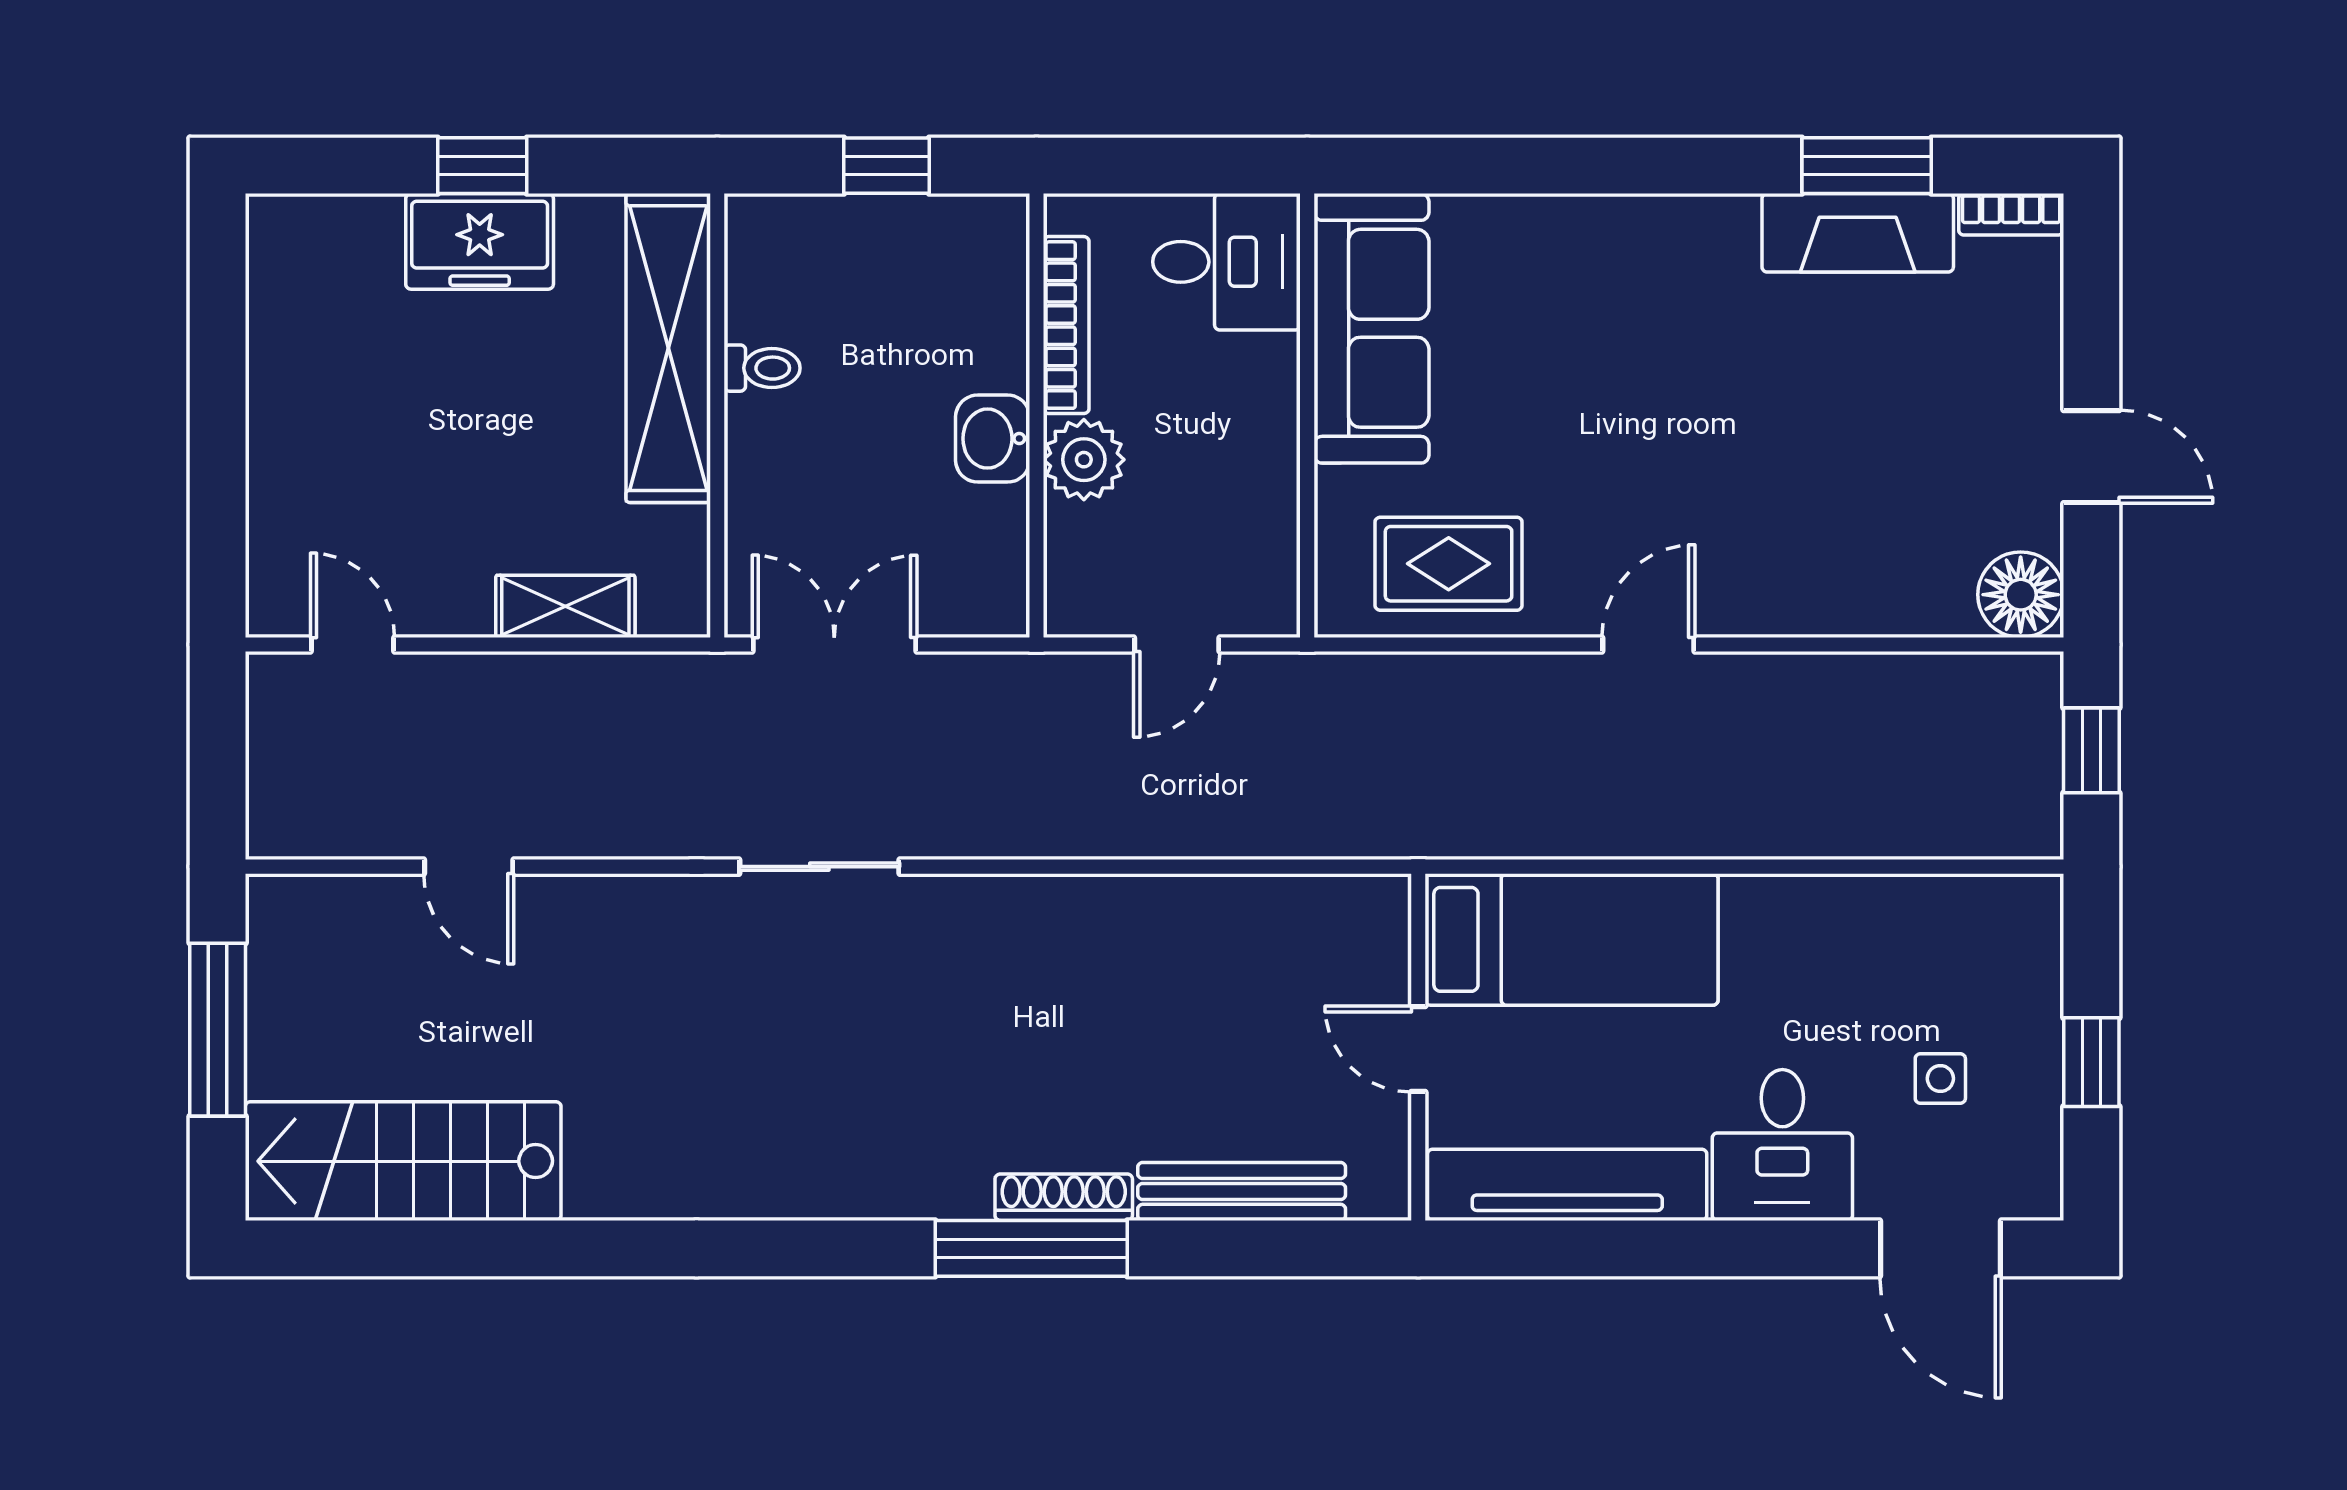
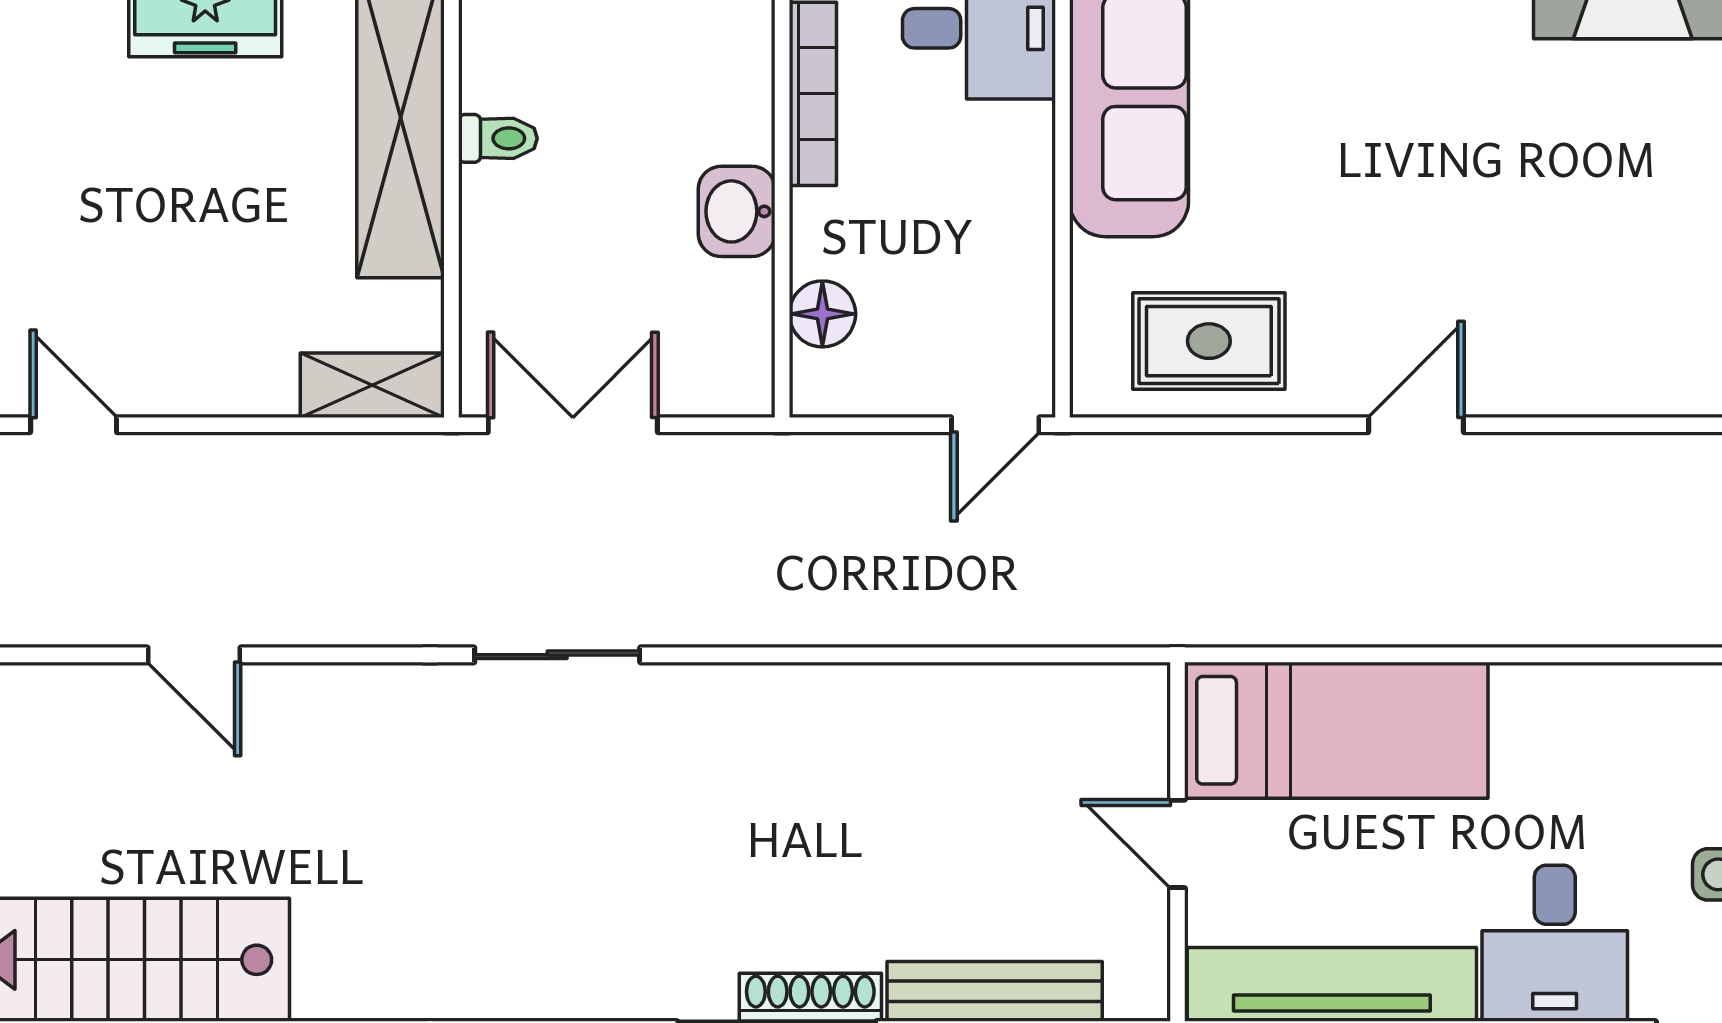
plant: (1084, 460) -> (831, 233), removed
floor lamp: (1075, 538) -> (822, 314), added
shelving: (565, 606) -> (372, 385), moved
door: (1177, 645) -> (995, 425), moved

